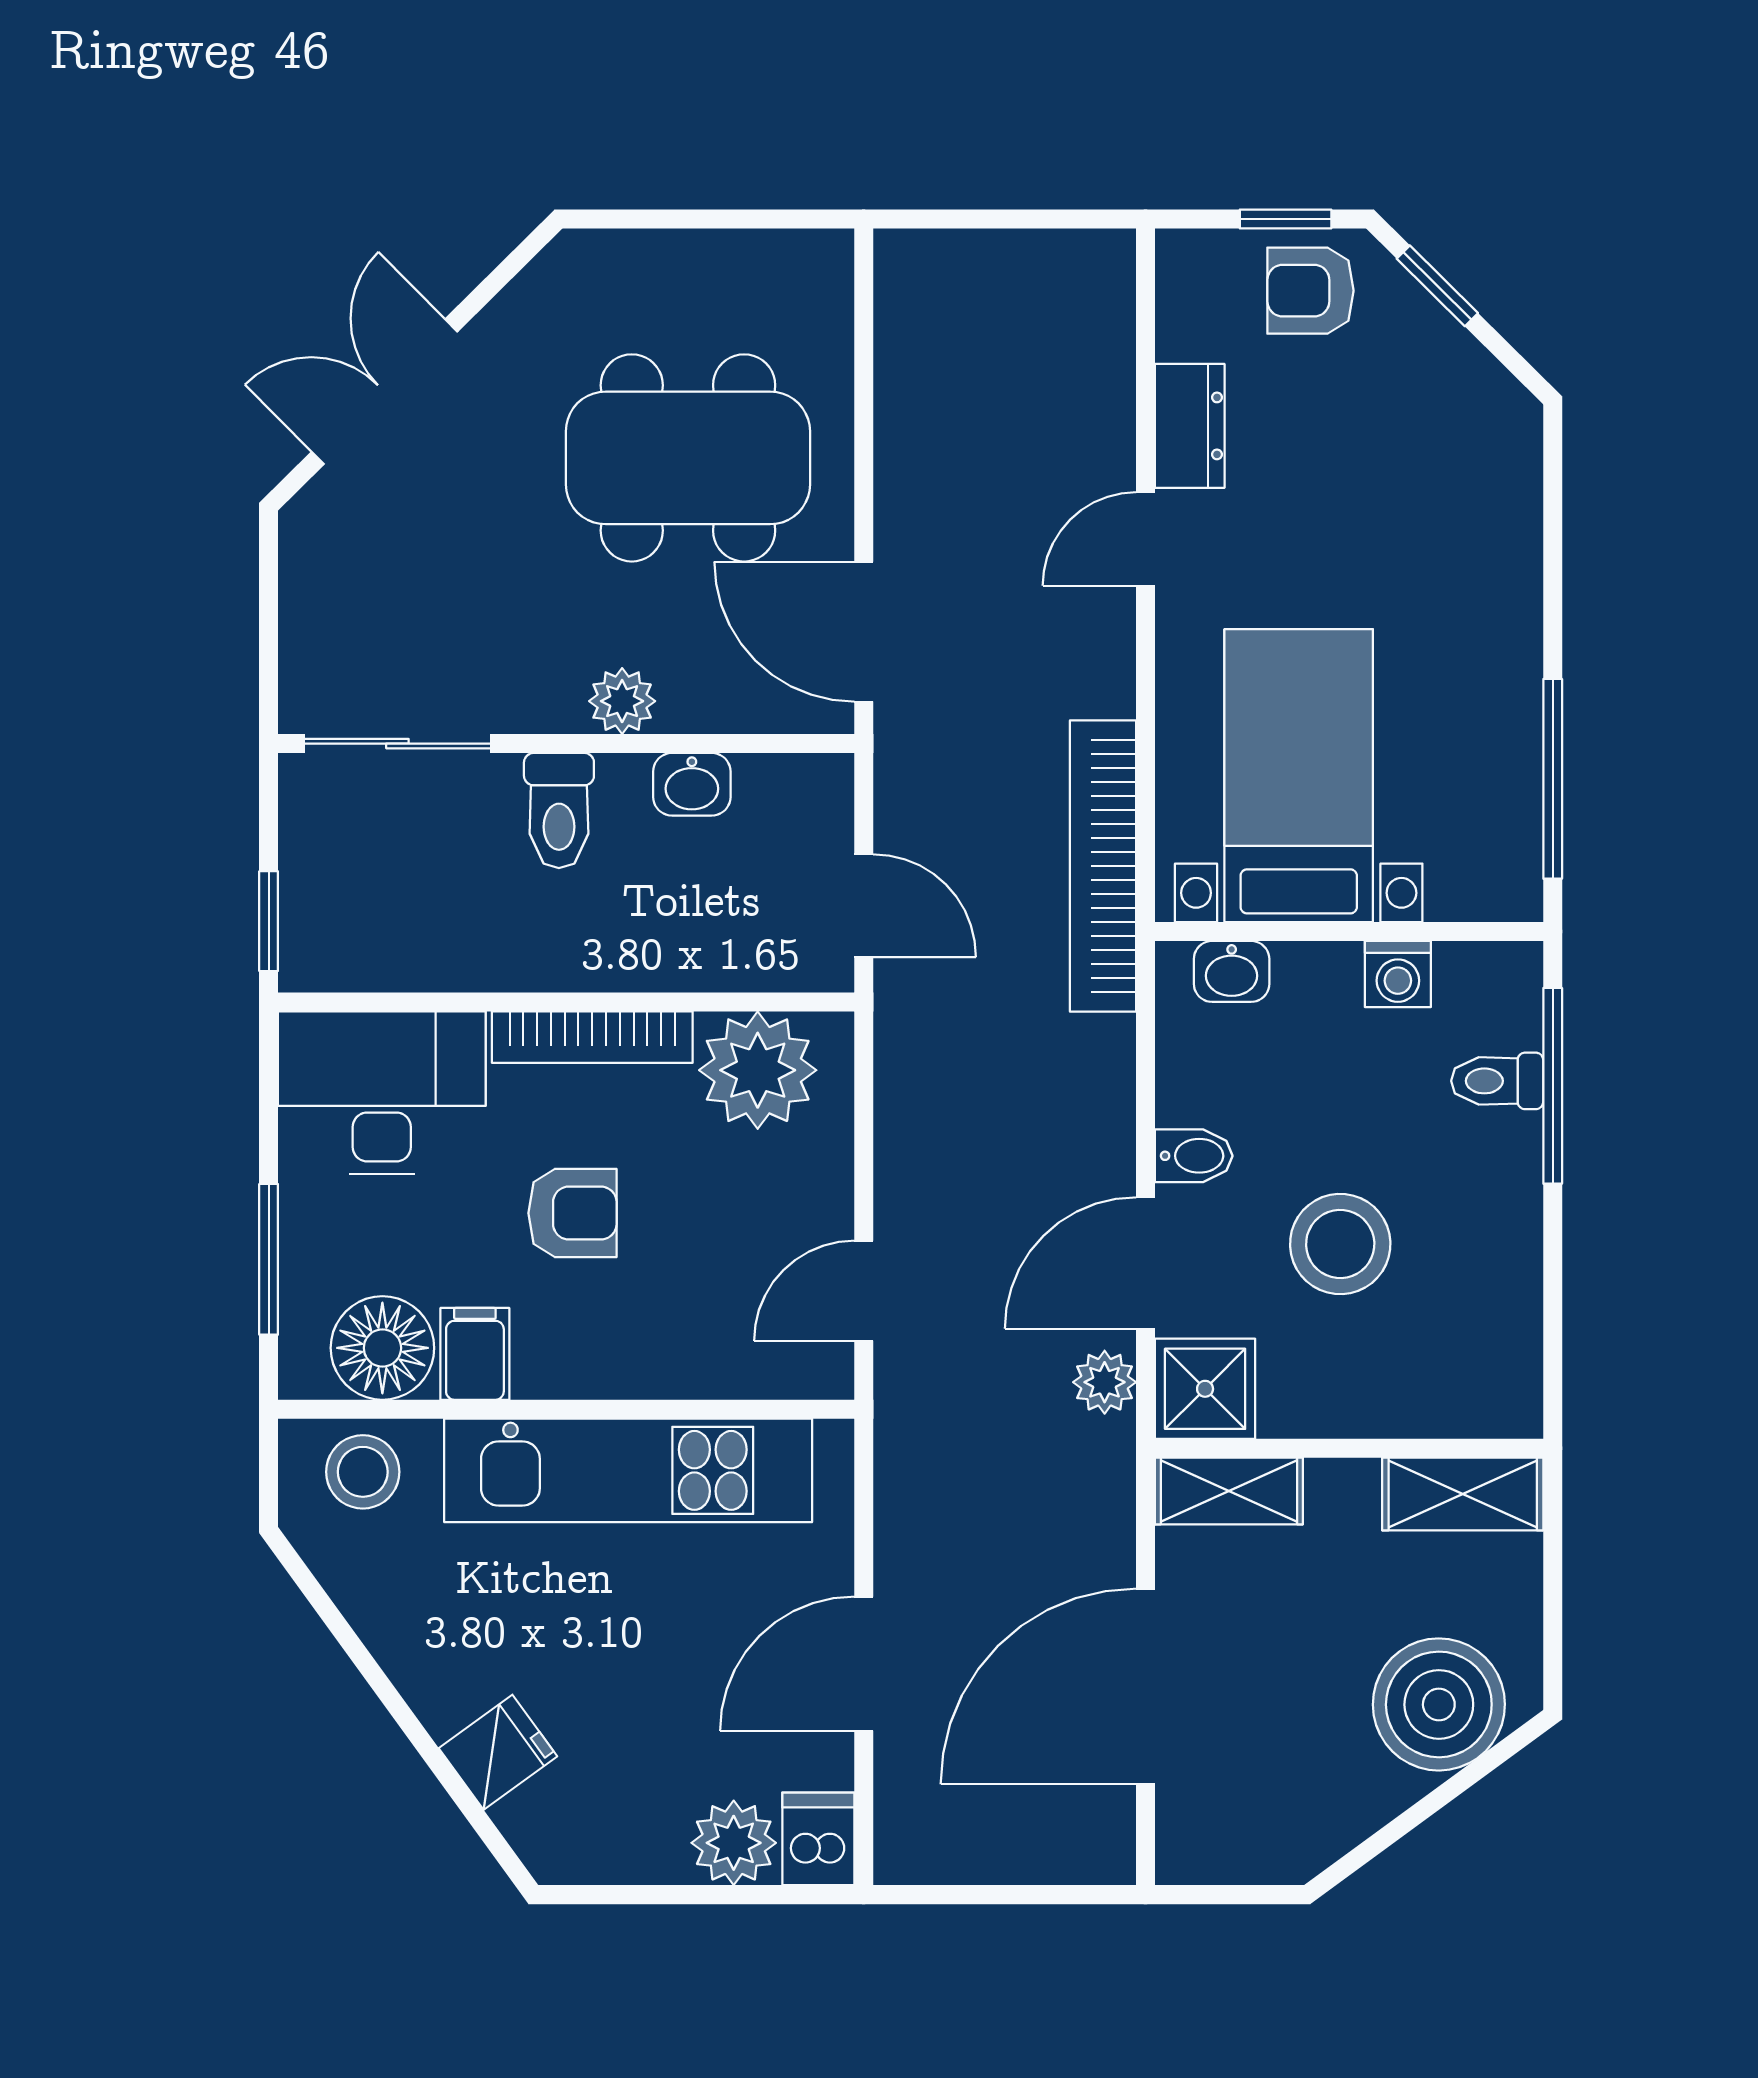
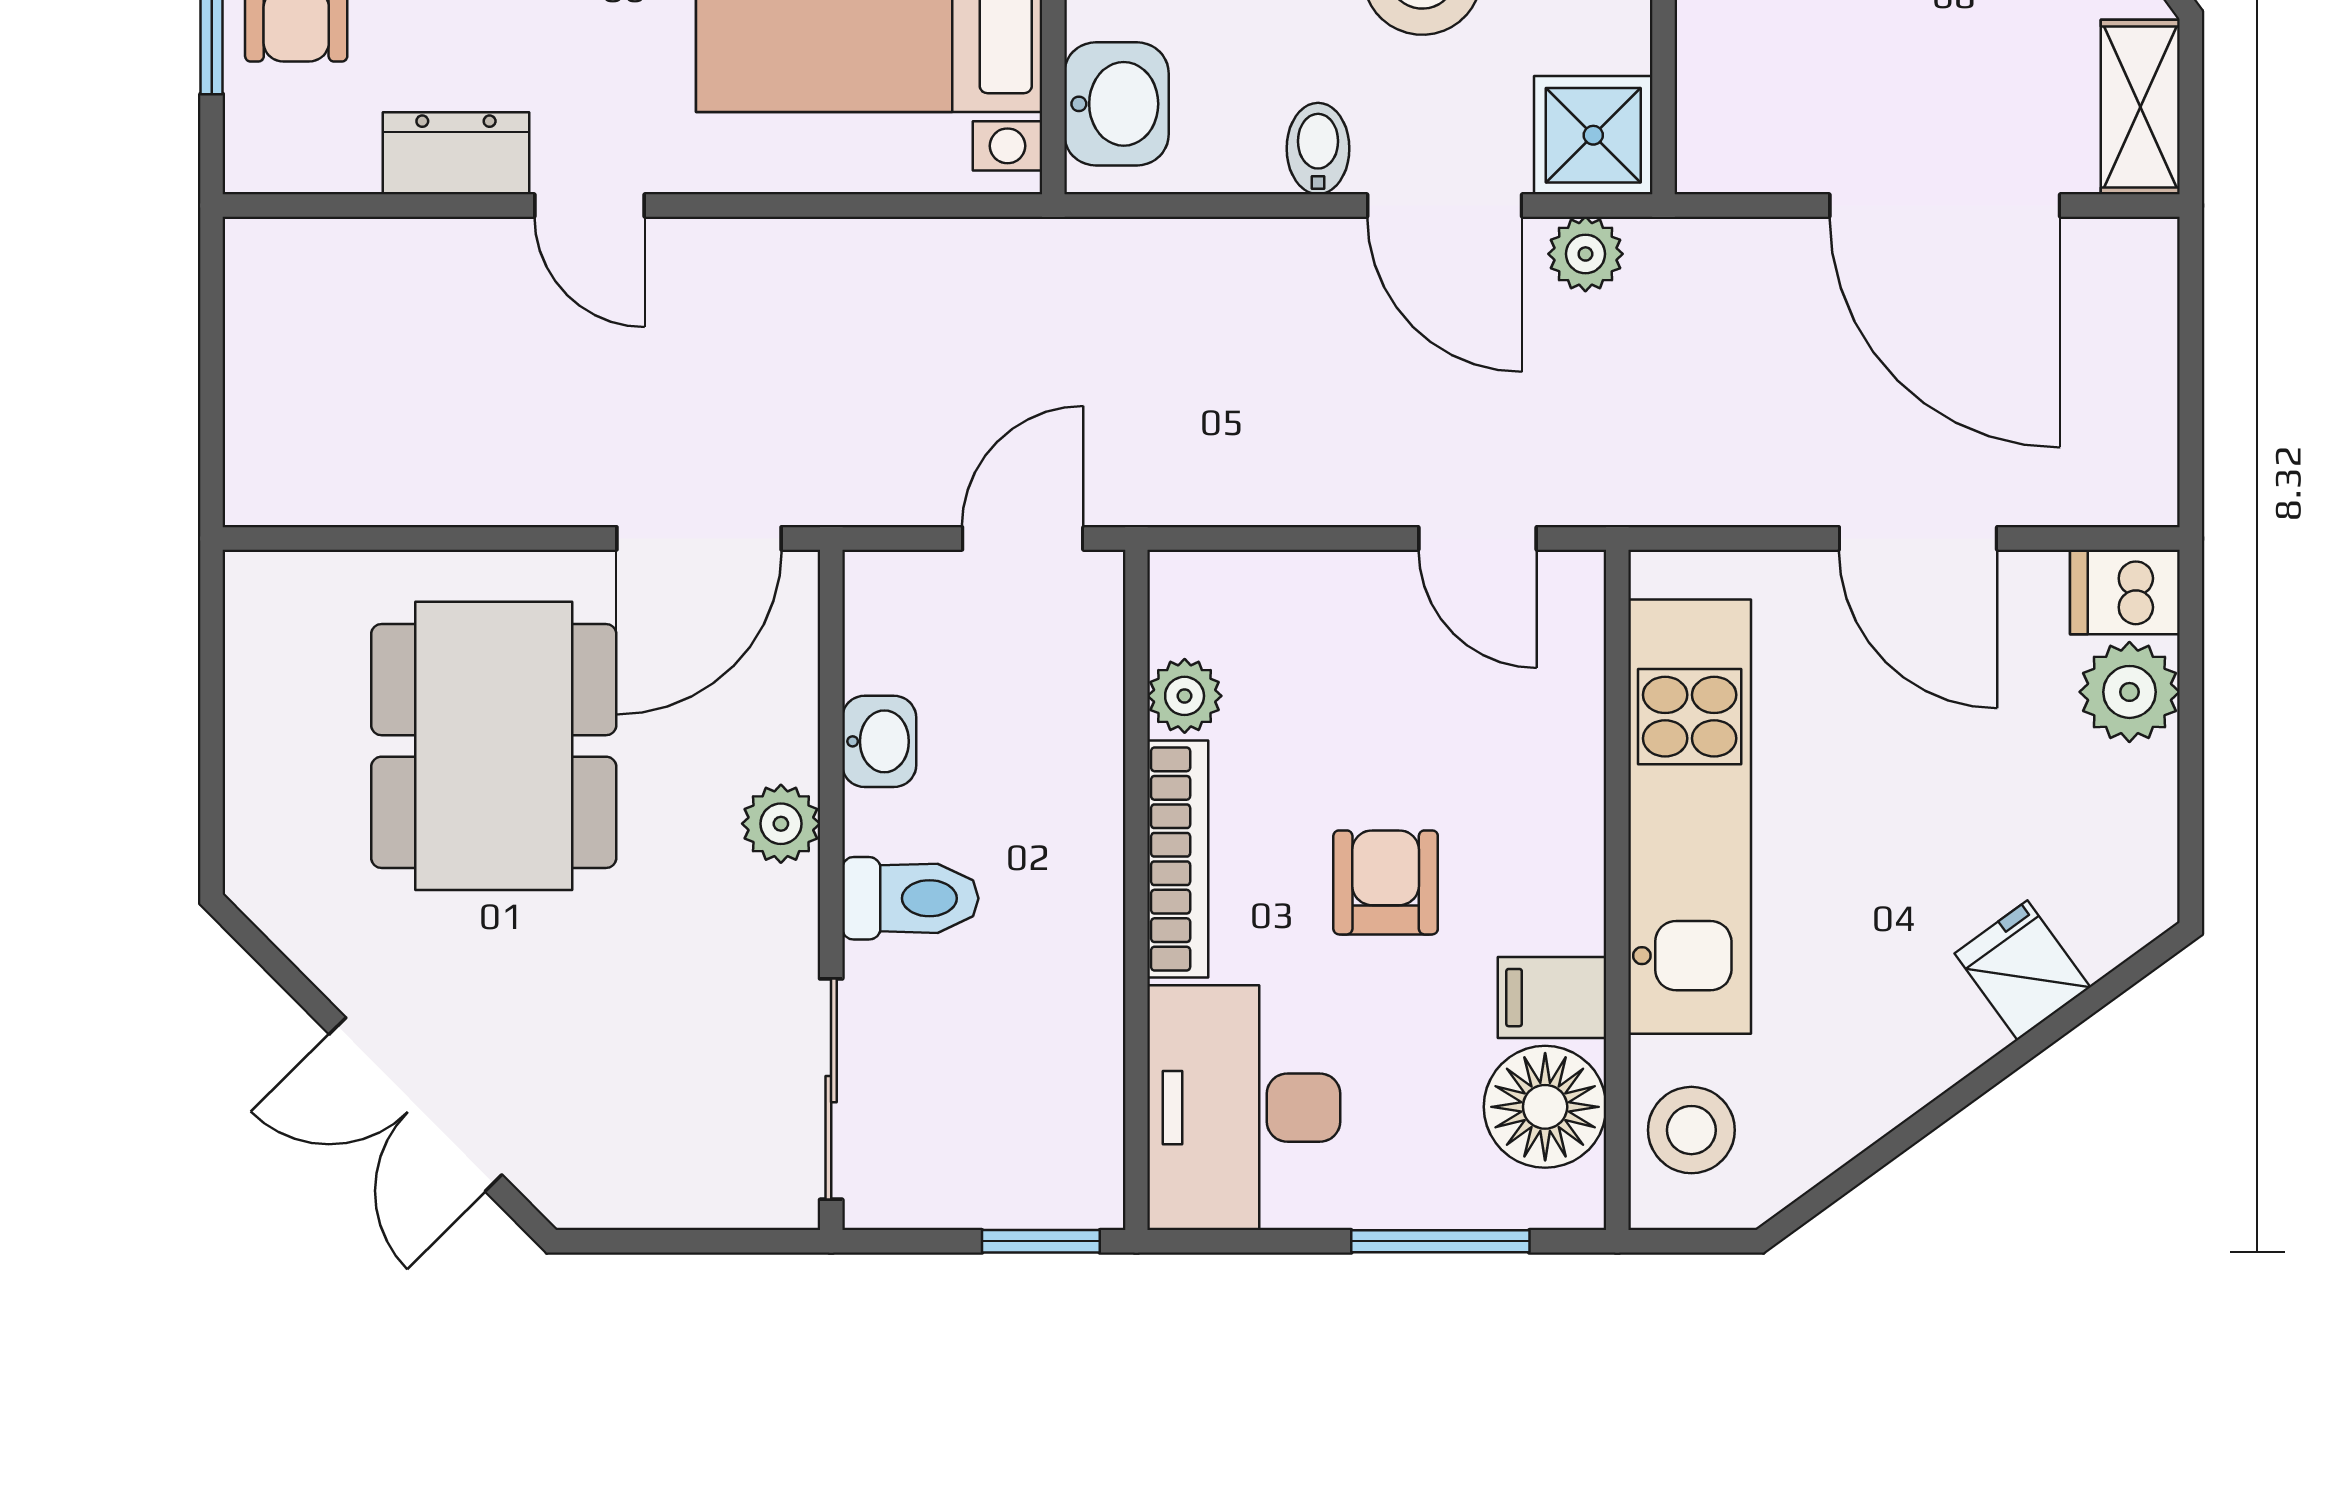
bookcase: (1103, 866) -> (976, 256), removed
washbasin: (1232, 971) -> (1116, 104), width x1.38, depth x1.45
plant: (758, 1070) -> (1185, 696), width x0.53, depth x0.53
shelving: (1229, 1491) -> (2140, 107), moved

